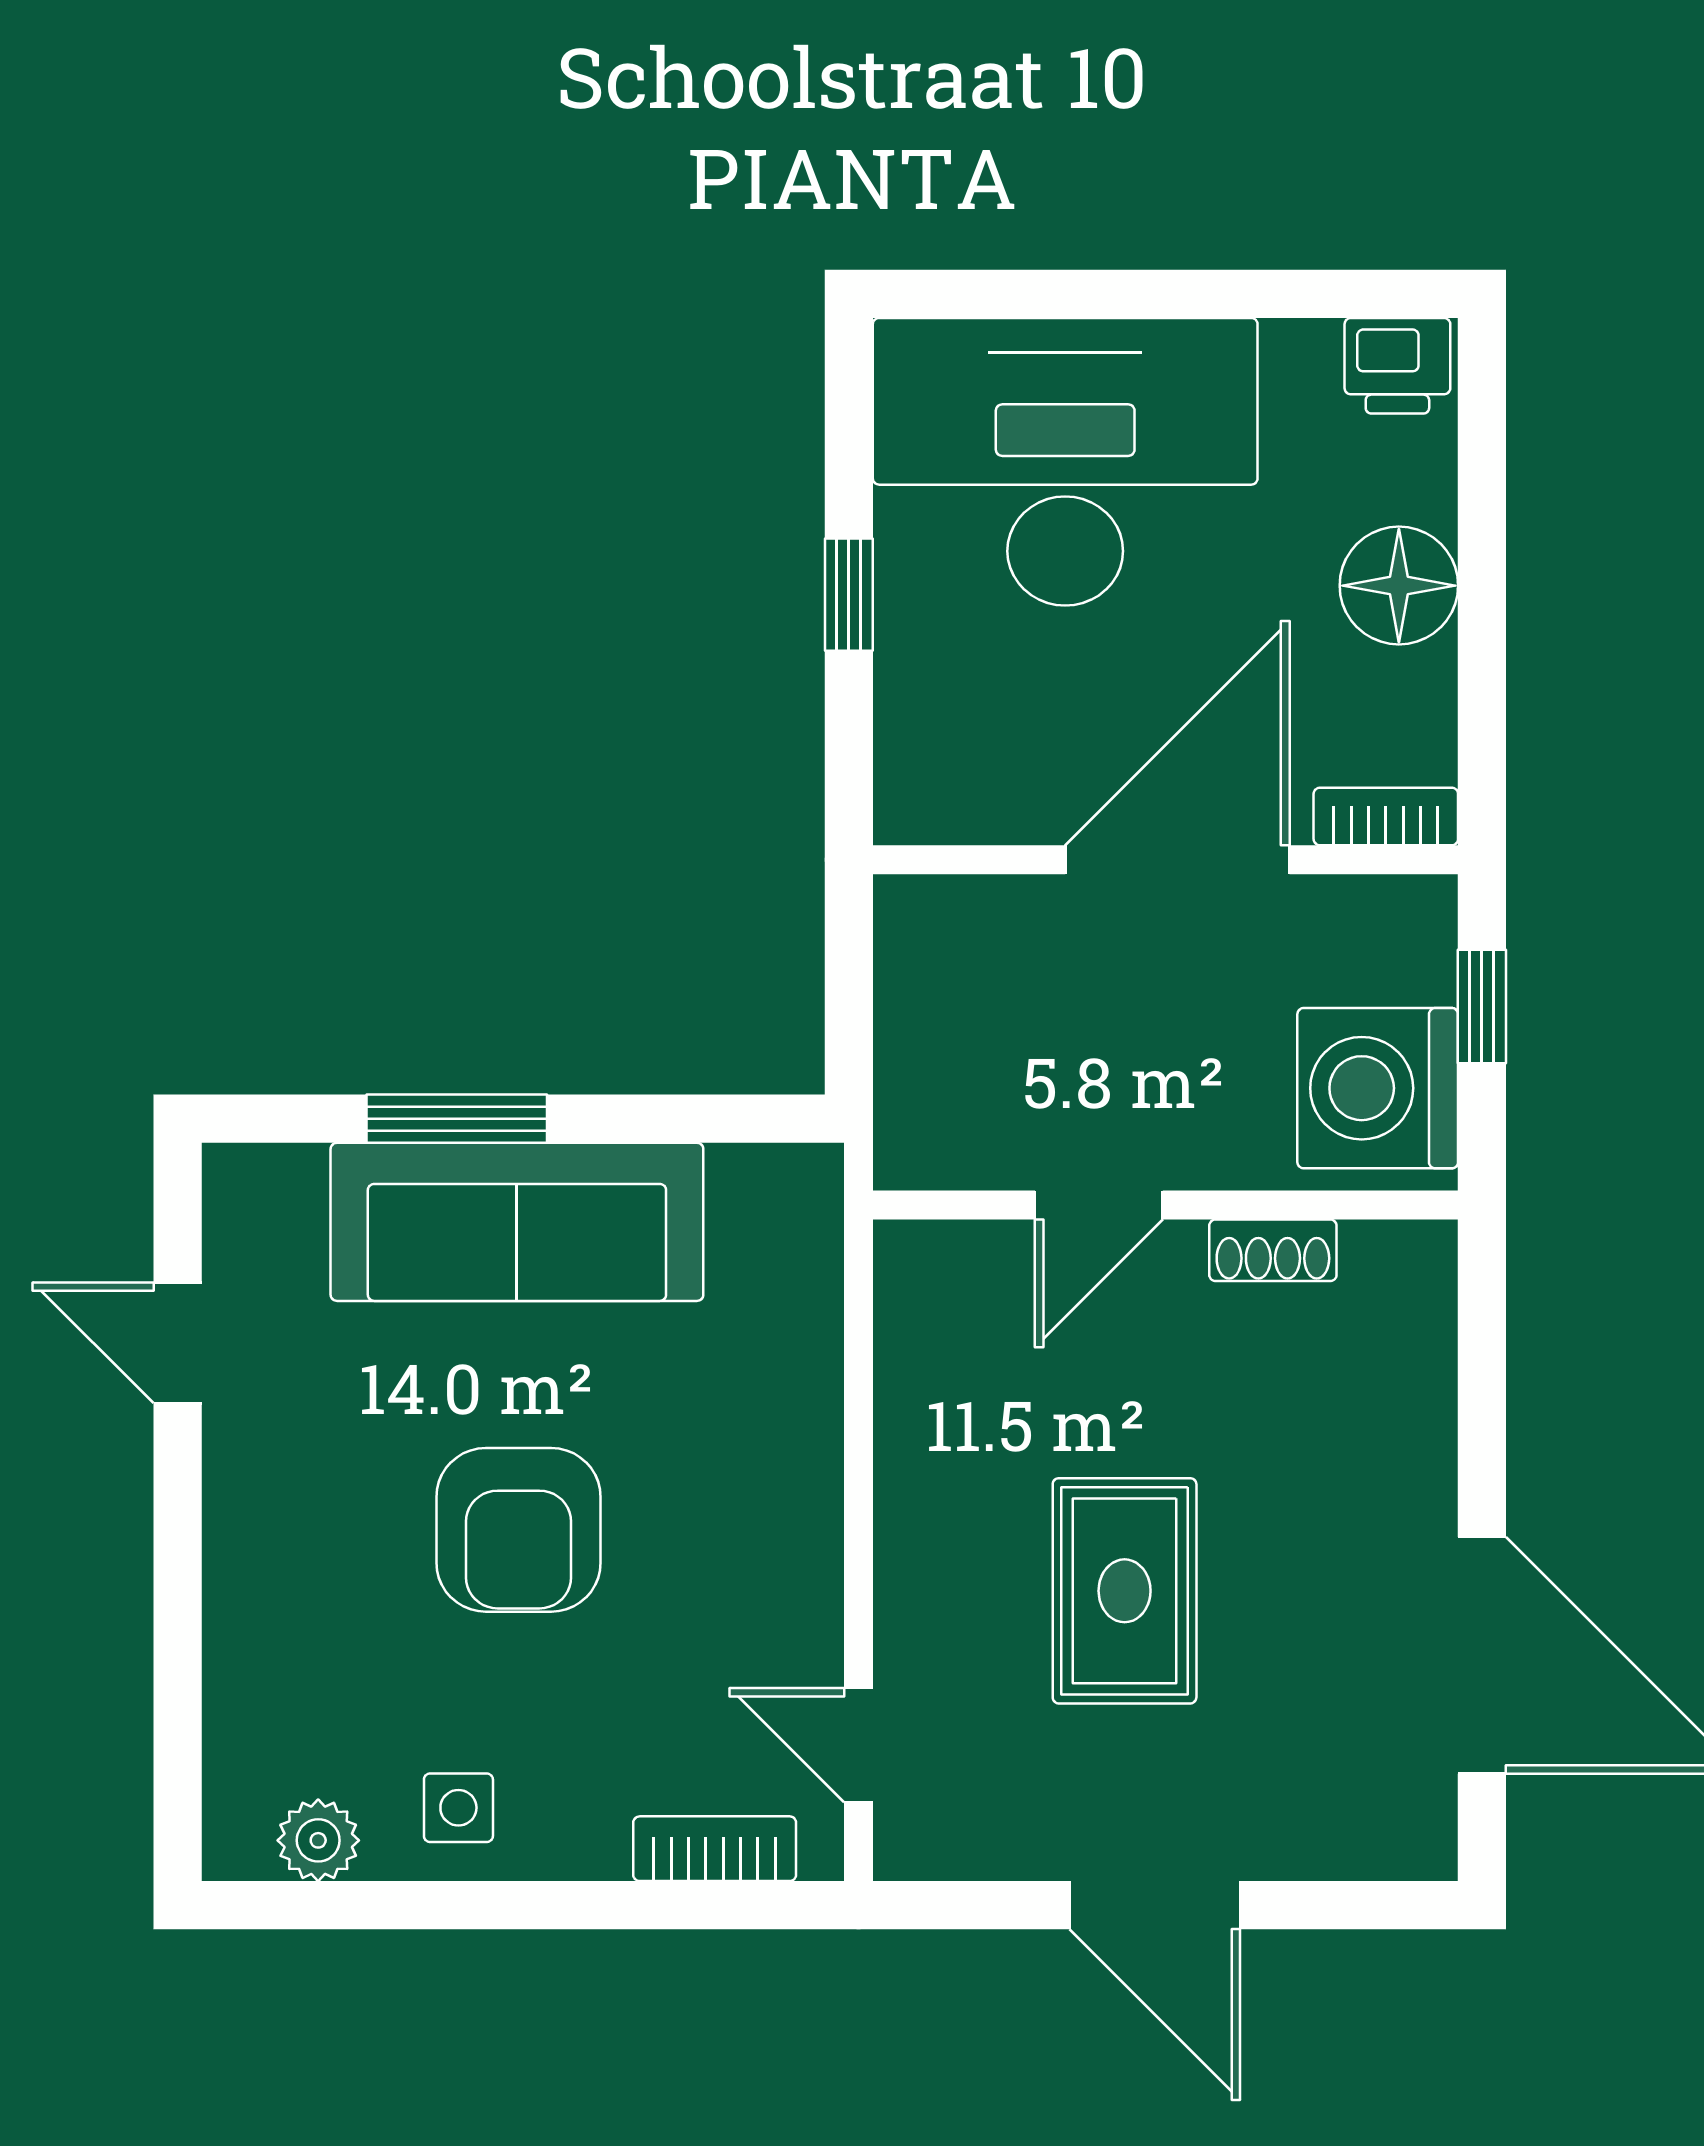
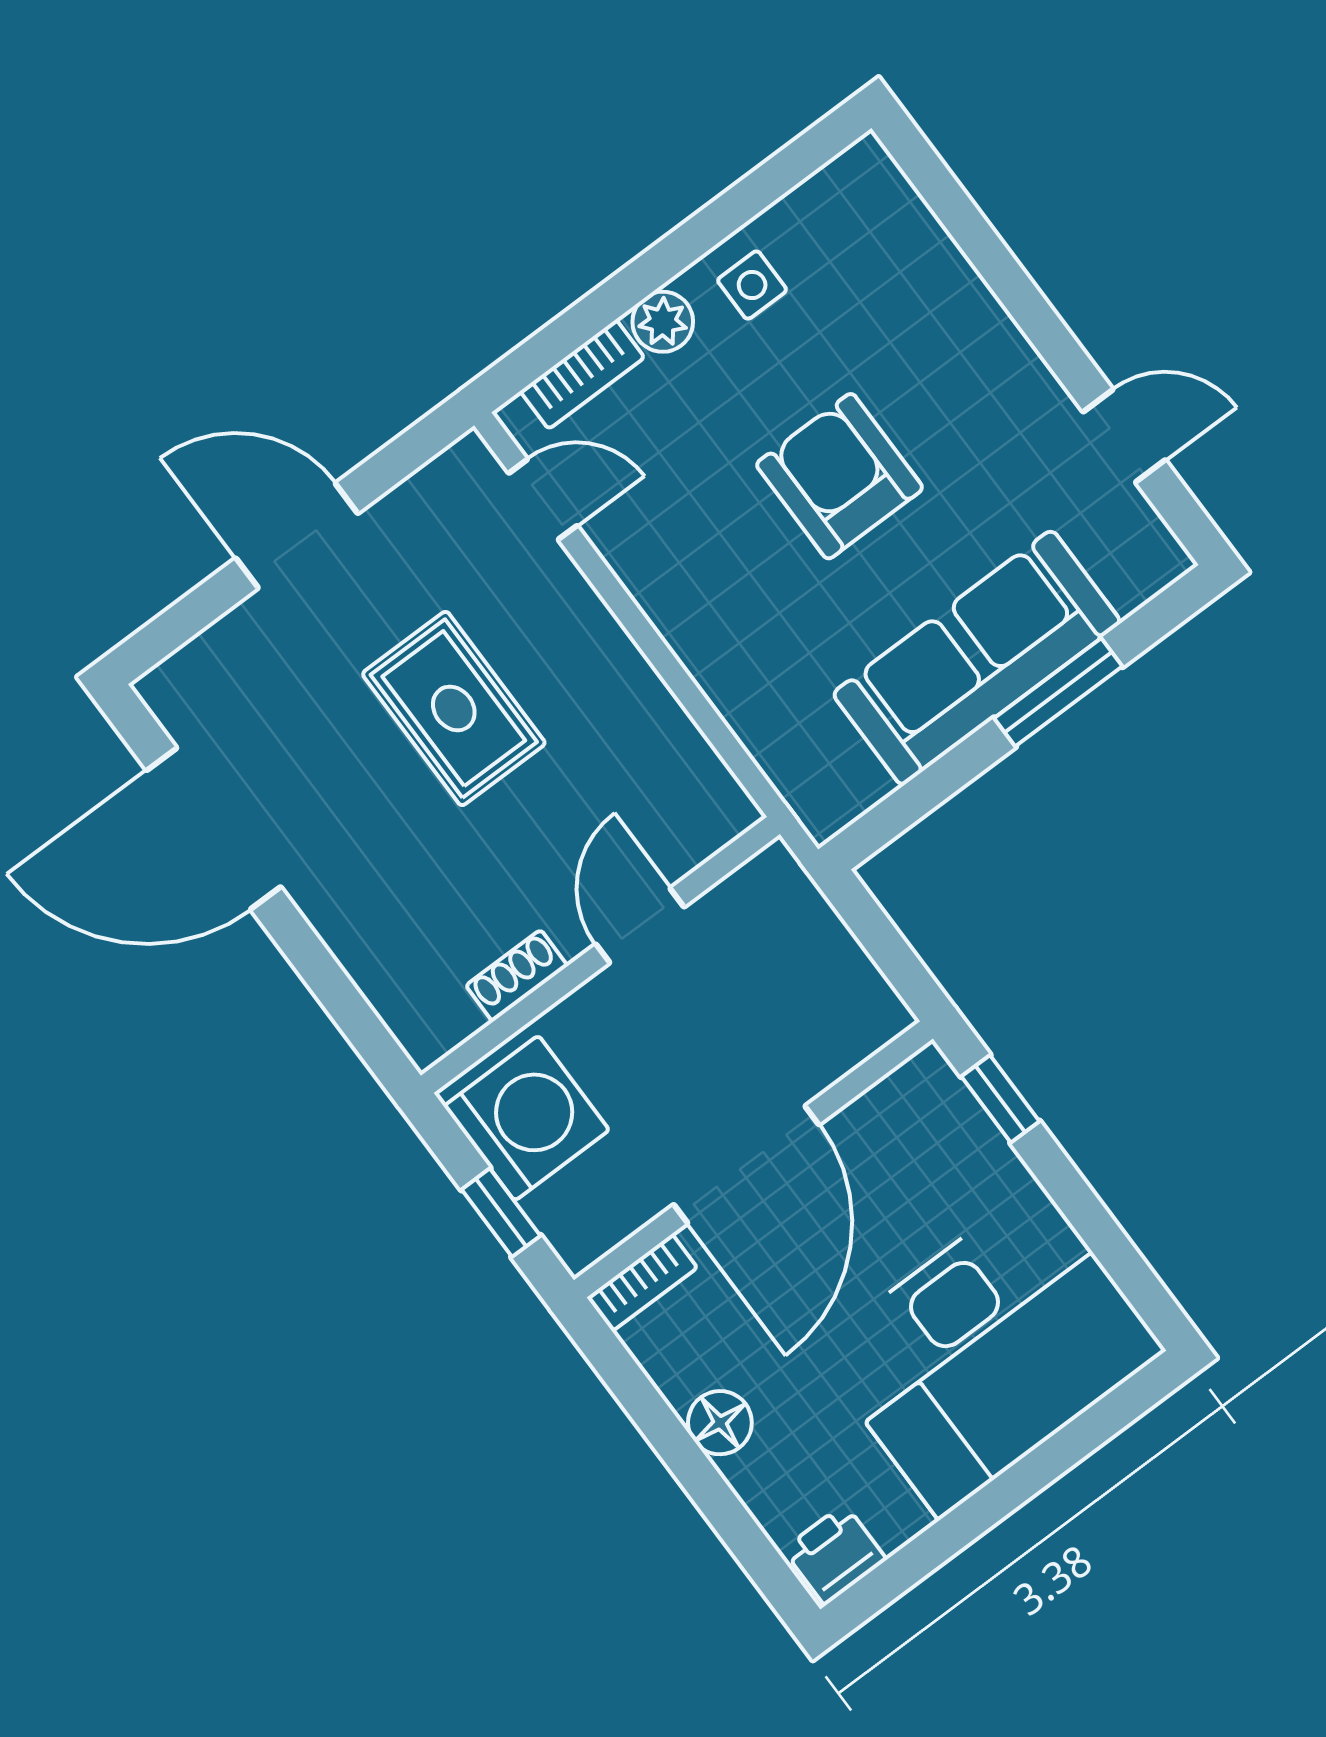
floor lamp: (1399, 586) -> (720, 1423), width x0.73, depth x0.73
window: (849, 595) -> (1000, 1099), moved
plant: (318, 1840) -> (663, 322), moved

